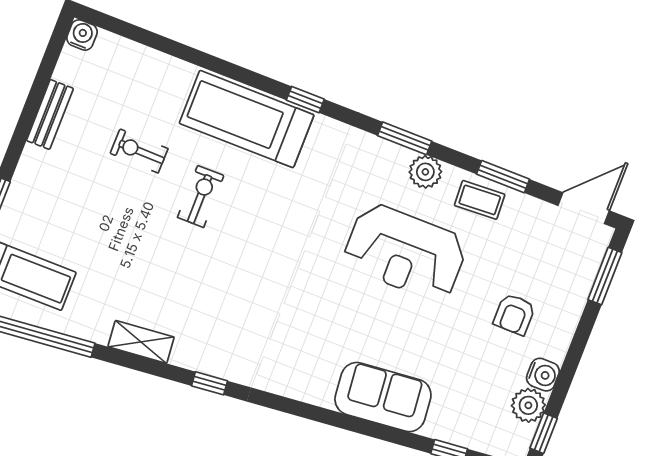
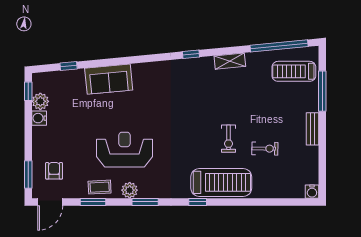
bench: (50, 114) -> (312, 129), moved
armchair: (514, 314) -> (54, 171), moved

